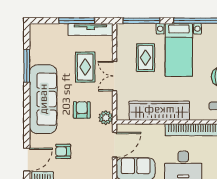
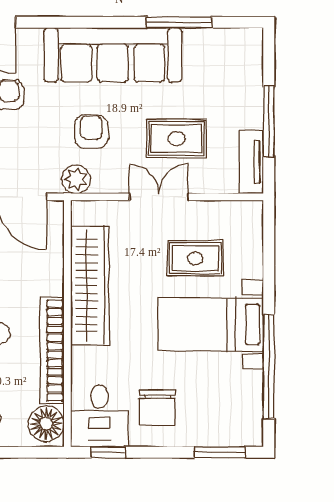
window: (141, 21) -> (269, 250), removed
tv unit: (91, 29) -> (251, 162), width x0.71
armchair: (82, 110) -> (91, 132), turned -90

